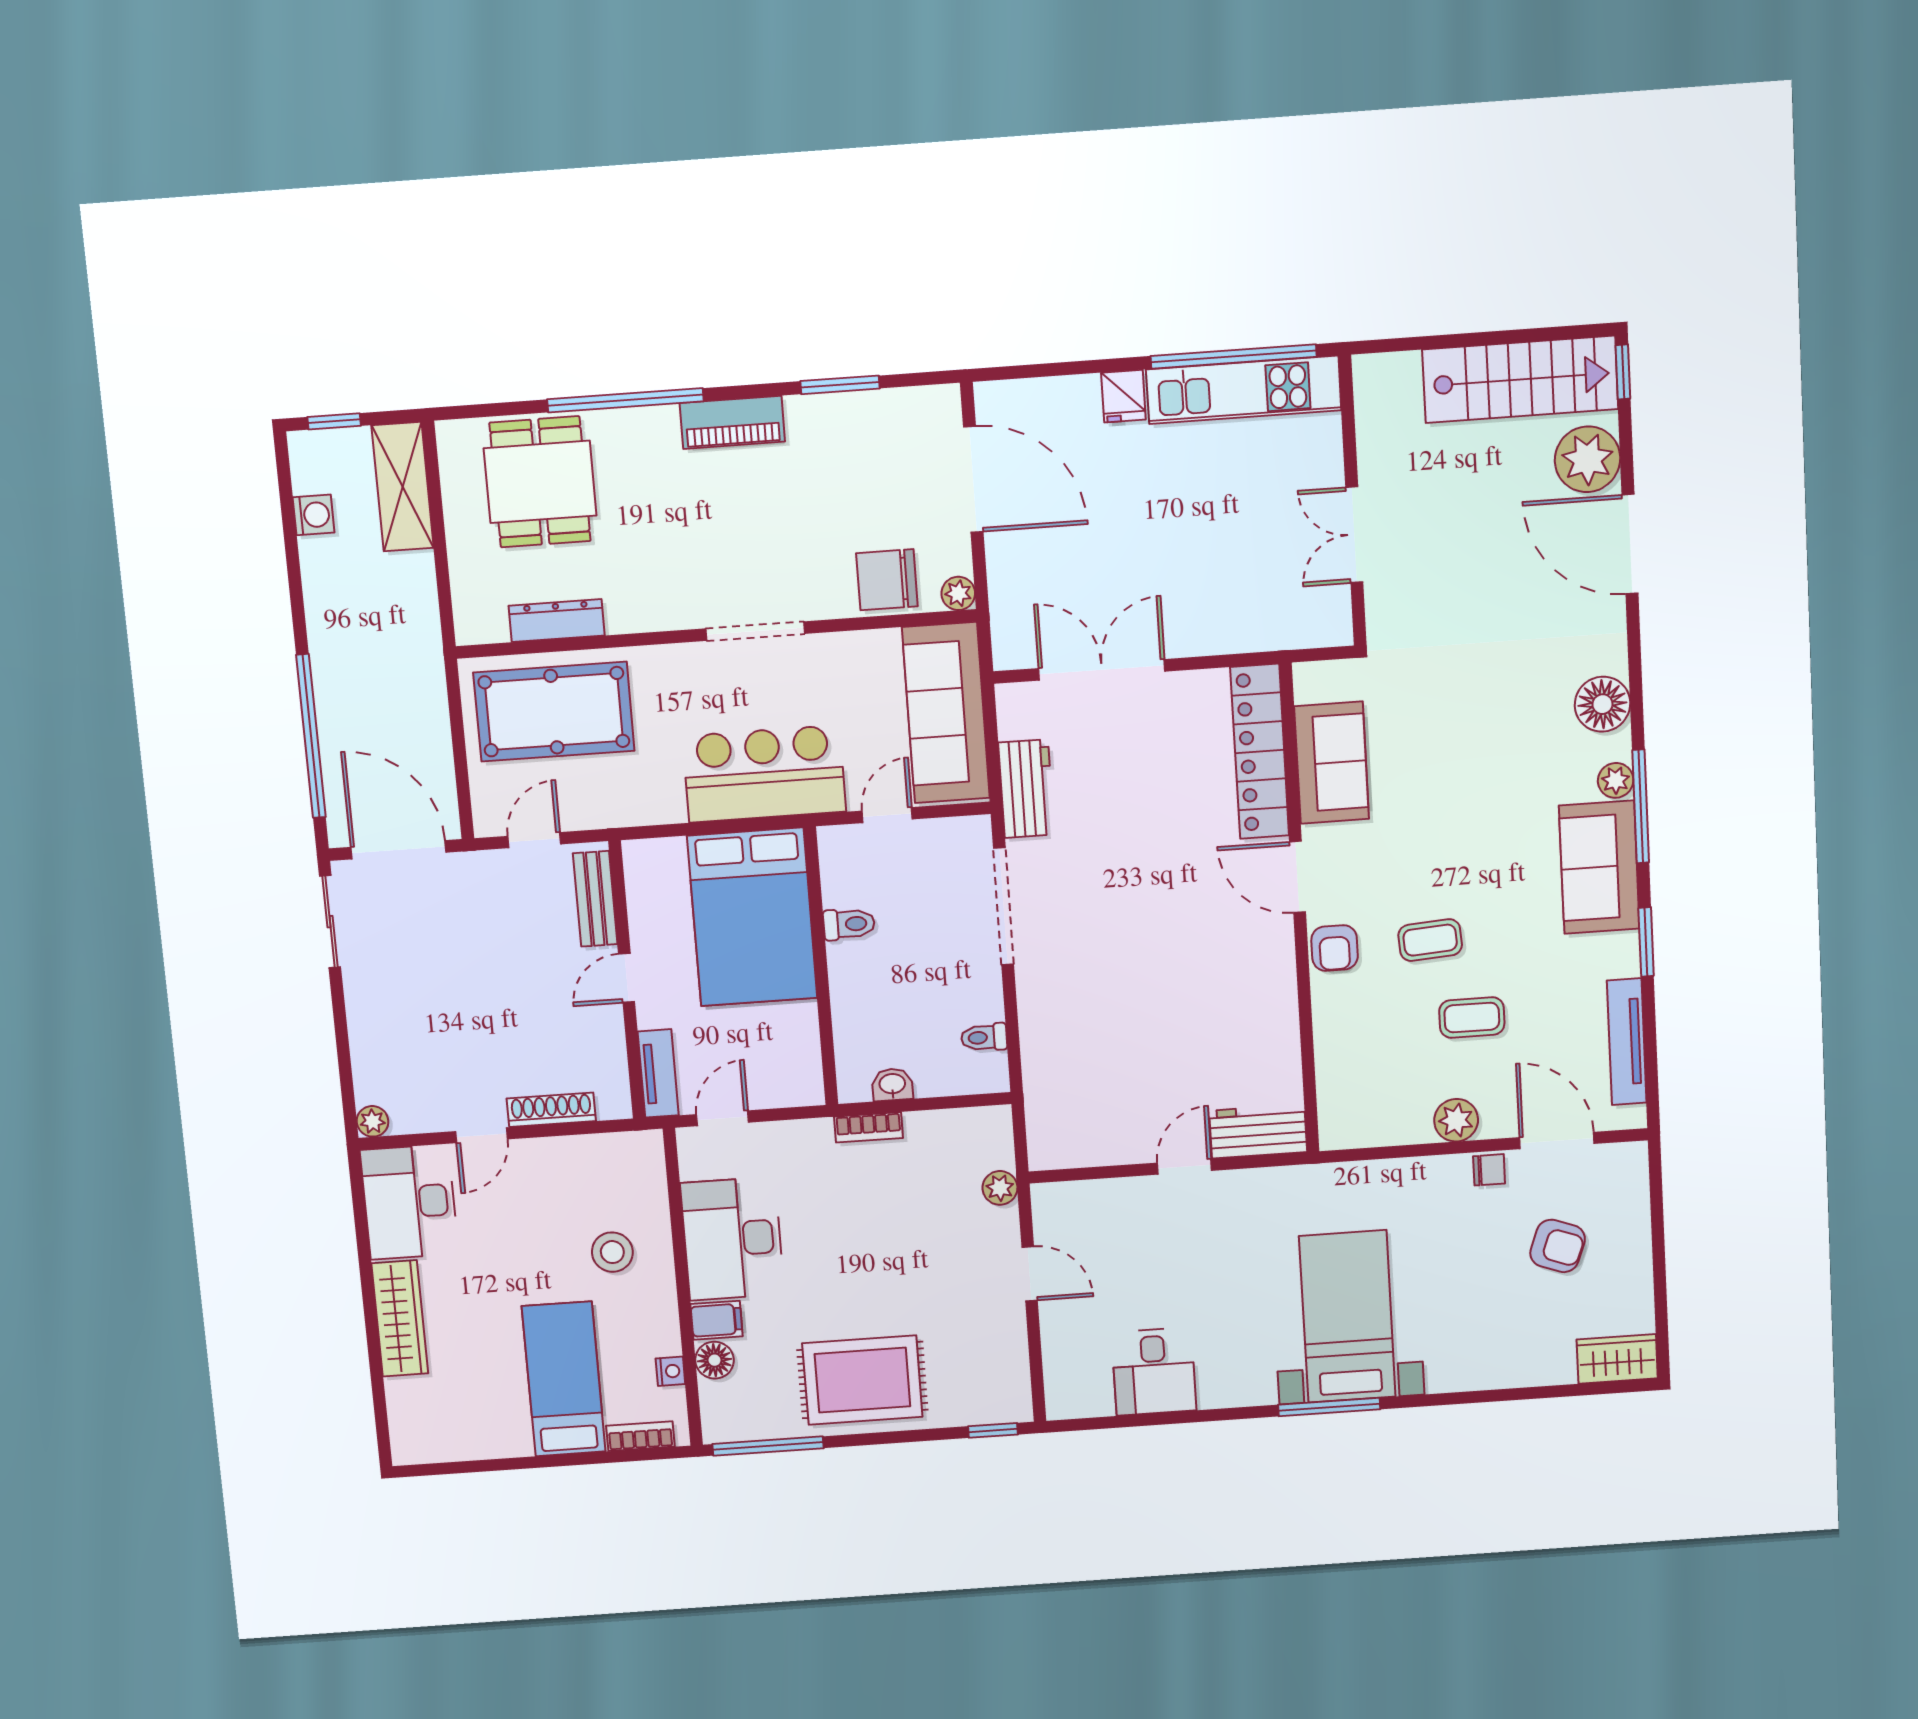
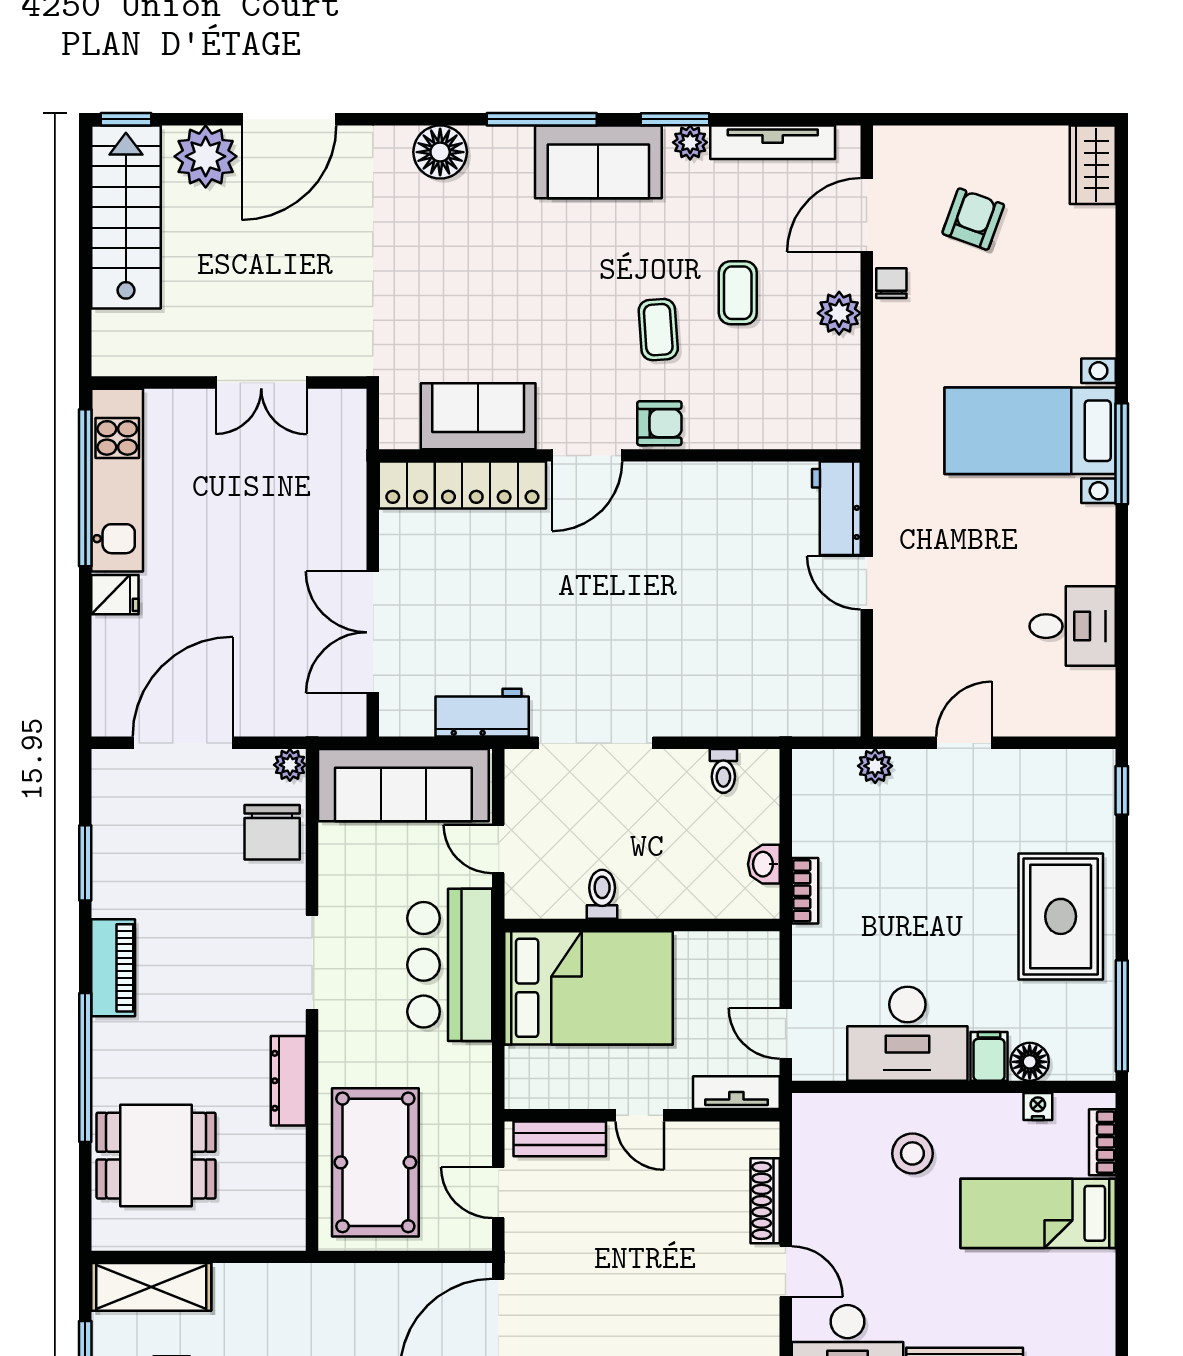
dresser: (557, 621) -> (288, 1081), moved
plant: (1616, 780) -> (690, 142), moved

